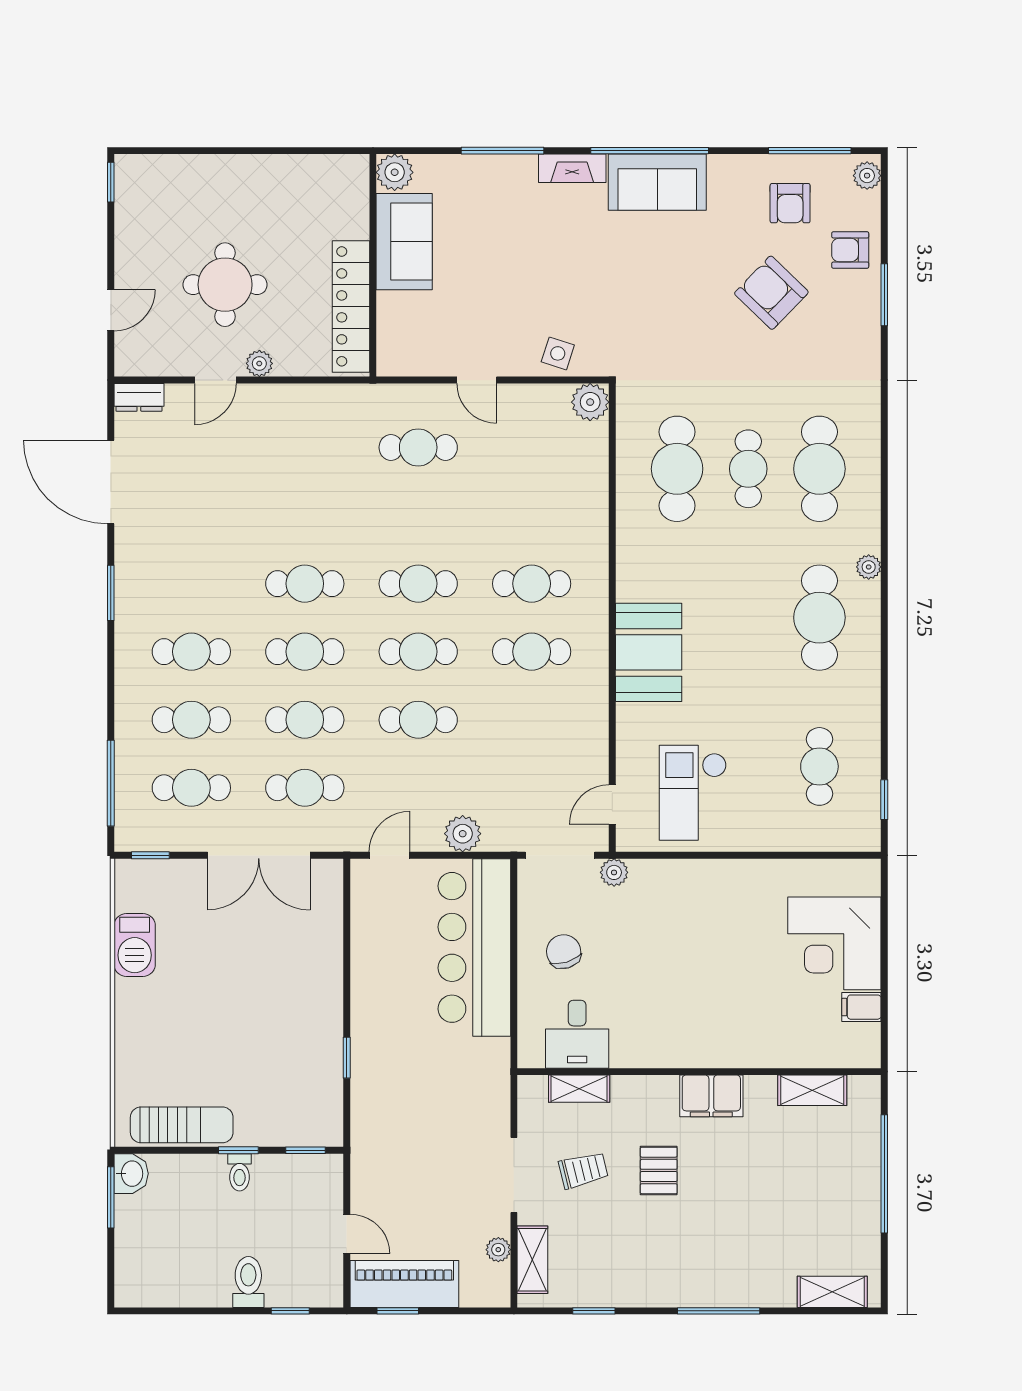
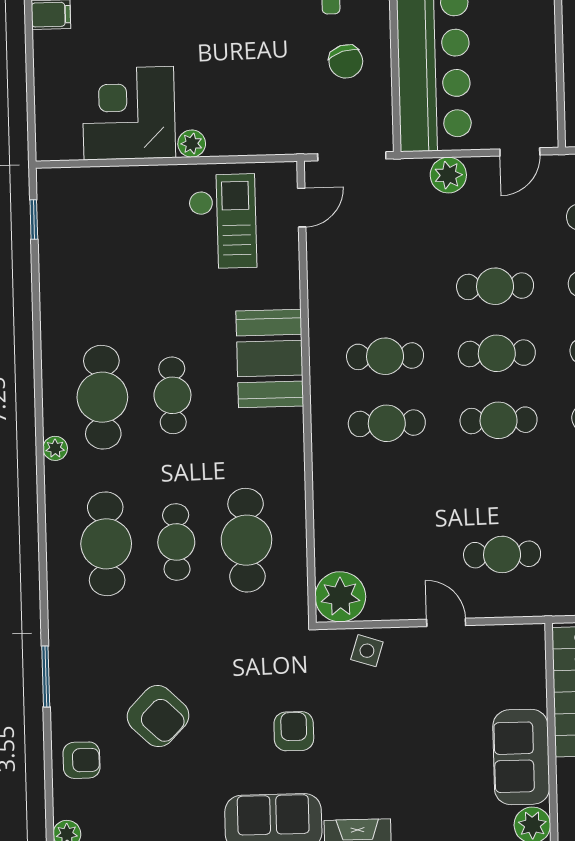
armchair: (790, 203) -> (294, 731), moved
window: (884, 295) -> (46, 676), moved
plant: (590, 402) -> (340, 597), width x1.36, depth x1.36
cafe table: (819, 766) -> (172, 395), moved
plant: (614, 872) -> (192, 144), moved
corner desk: (834, 943) -> (129, 113), moved, turned -90

